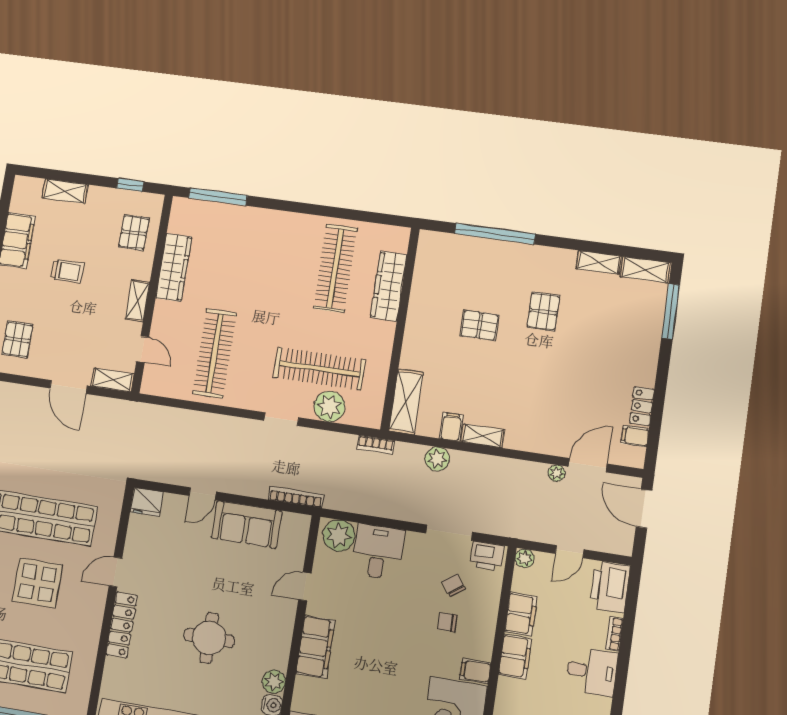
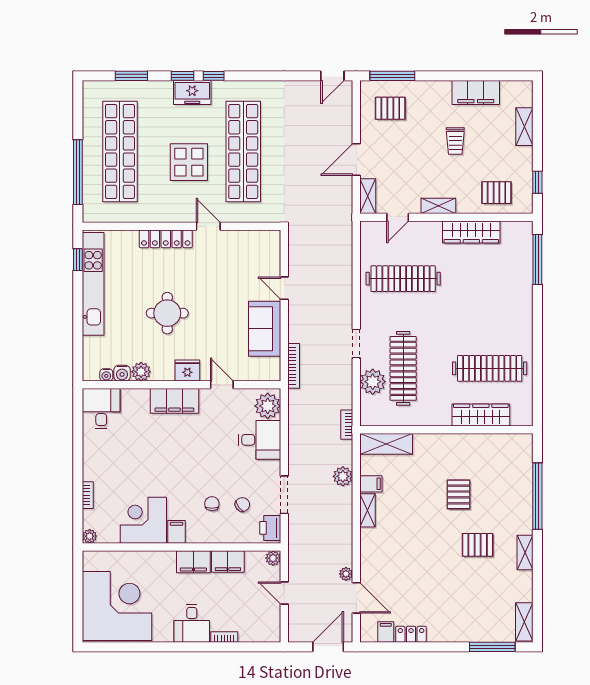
shelving: (599, 262) -> (525, 552), moved
fridge: (147, 502) -> (187, 371), moved, turned 90
printer: (610, 587) -> (261, 628), removed

